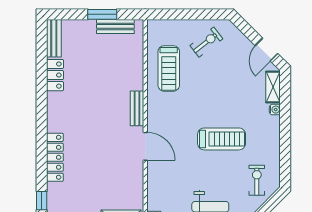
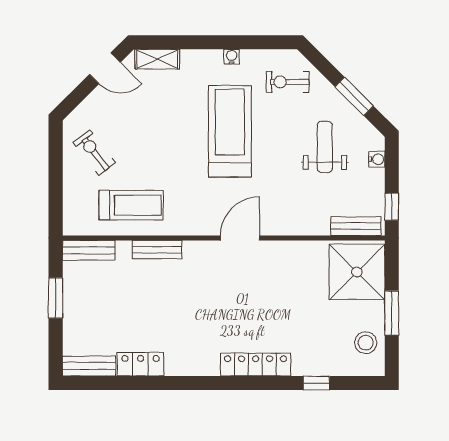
bench: (115, 26) -> (89, 250), moved, turned 90
bench: (137, 108) -> (157, 250), moved
water cooler: (275, 110) -> (232, 57), moved
treadmill: (222, 139) -> (230, 131), width x1.37, depth x1.38

